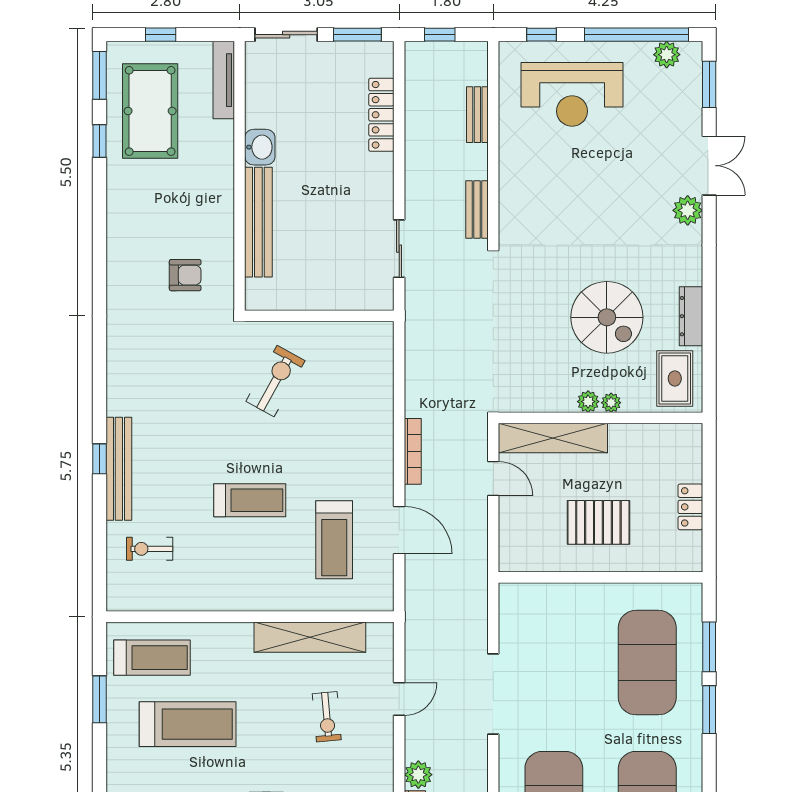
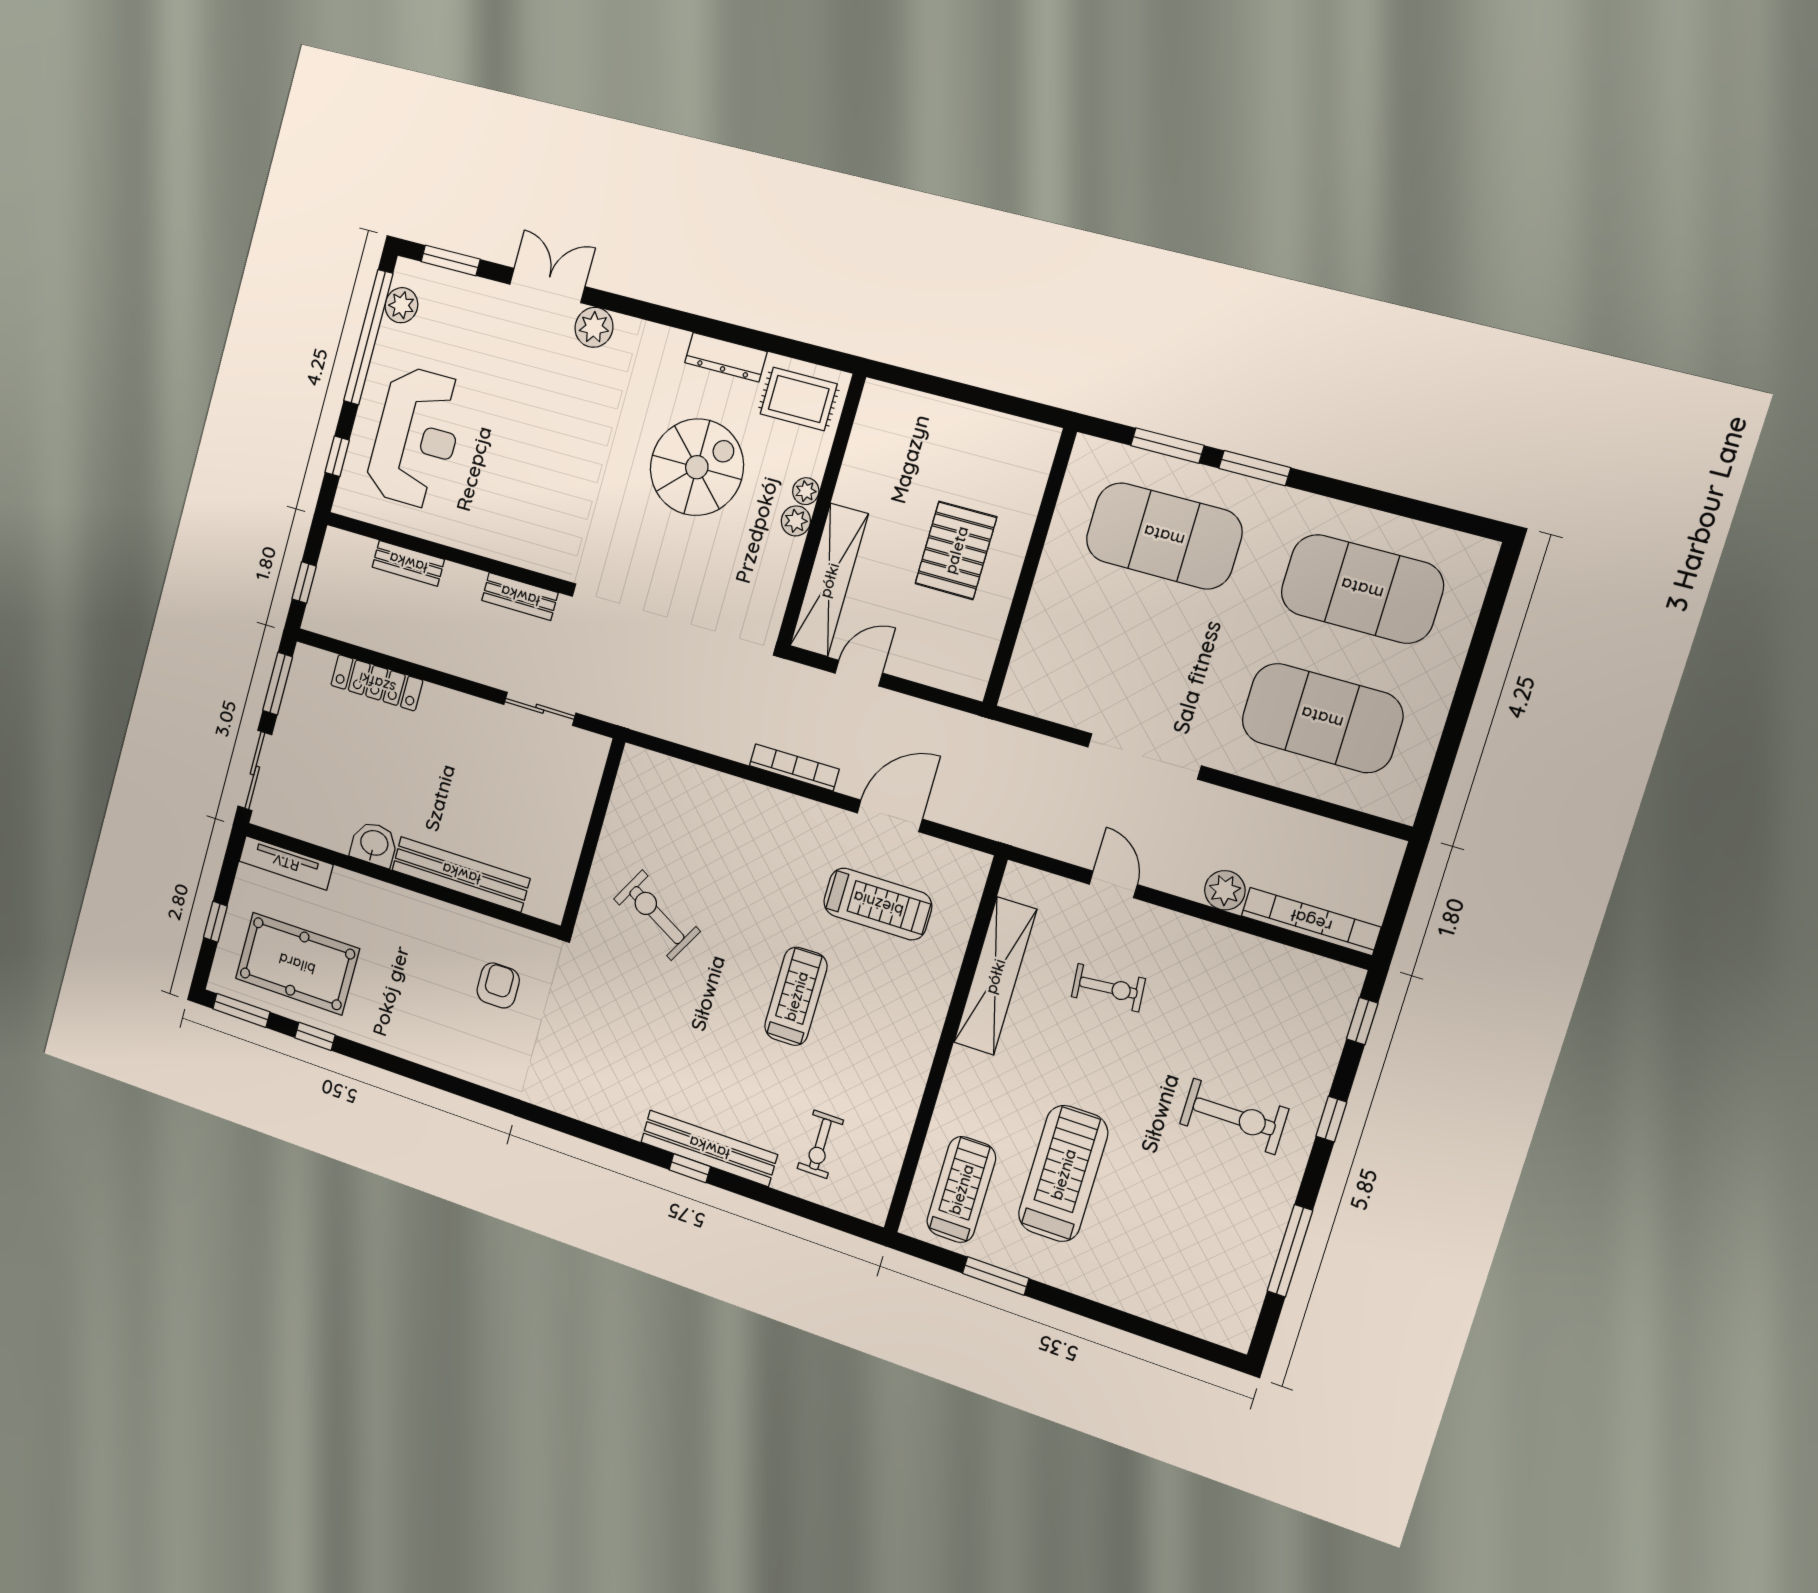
locker: (690, 507) -> (971, 422), removed

